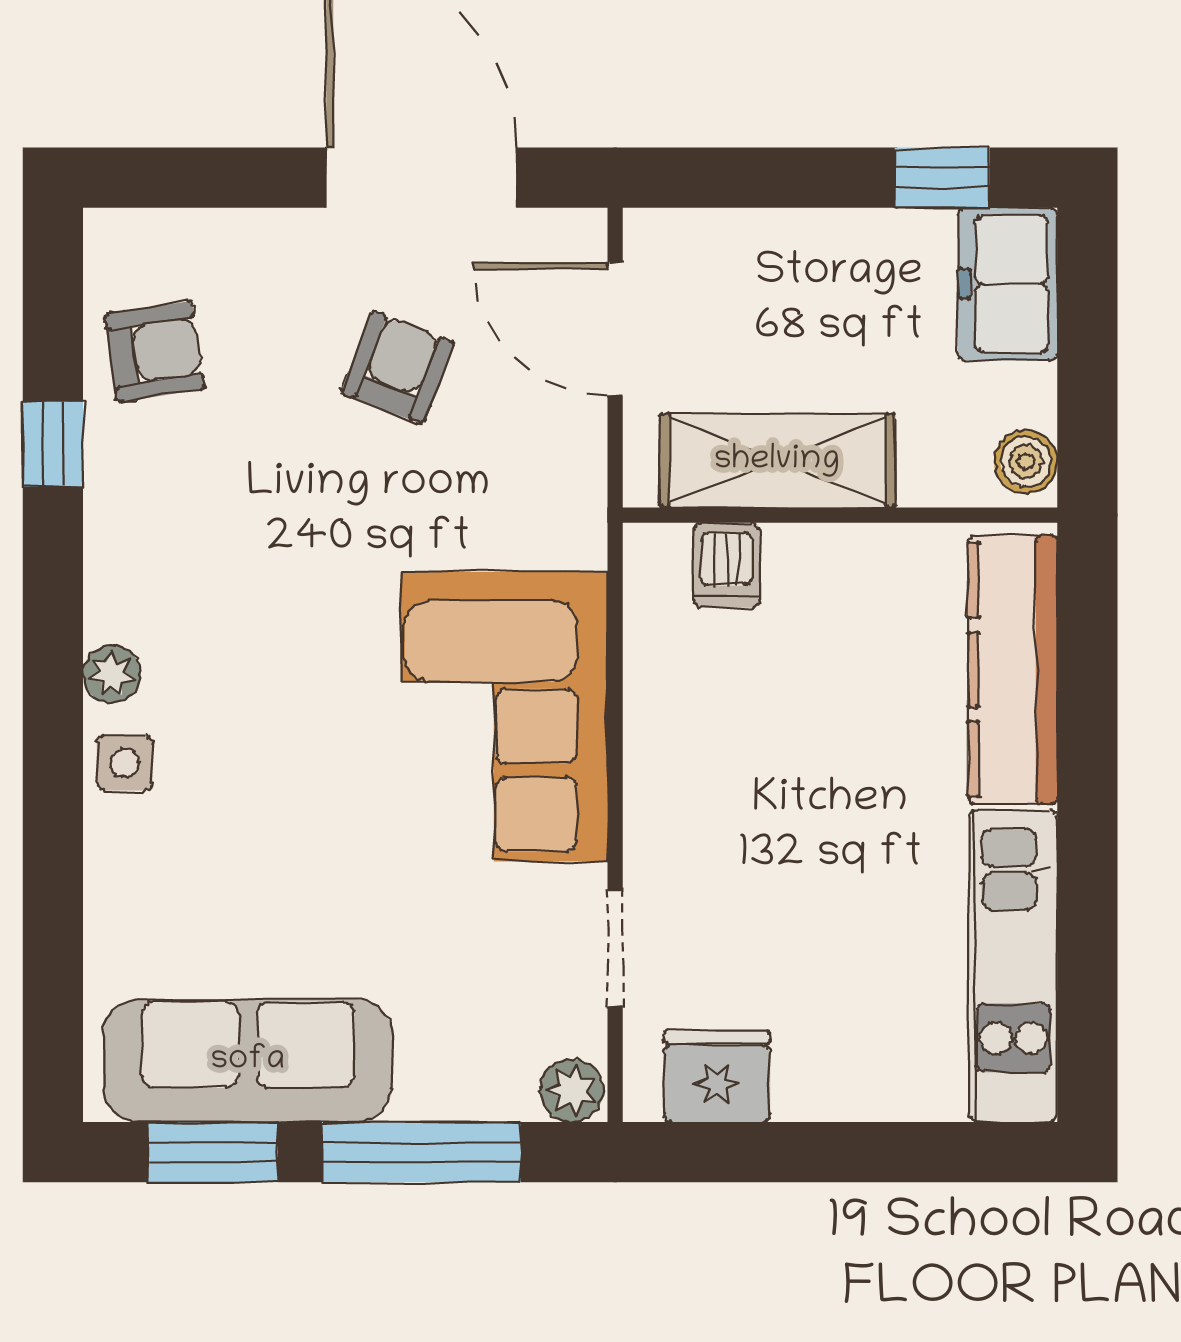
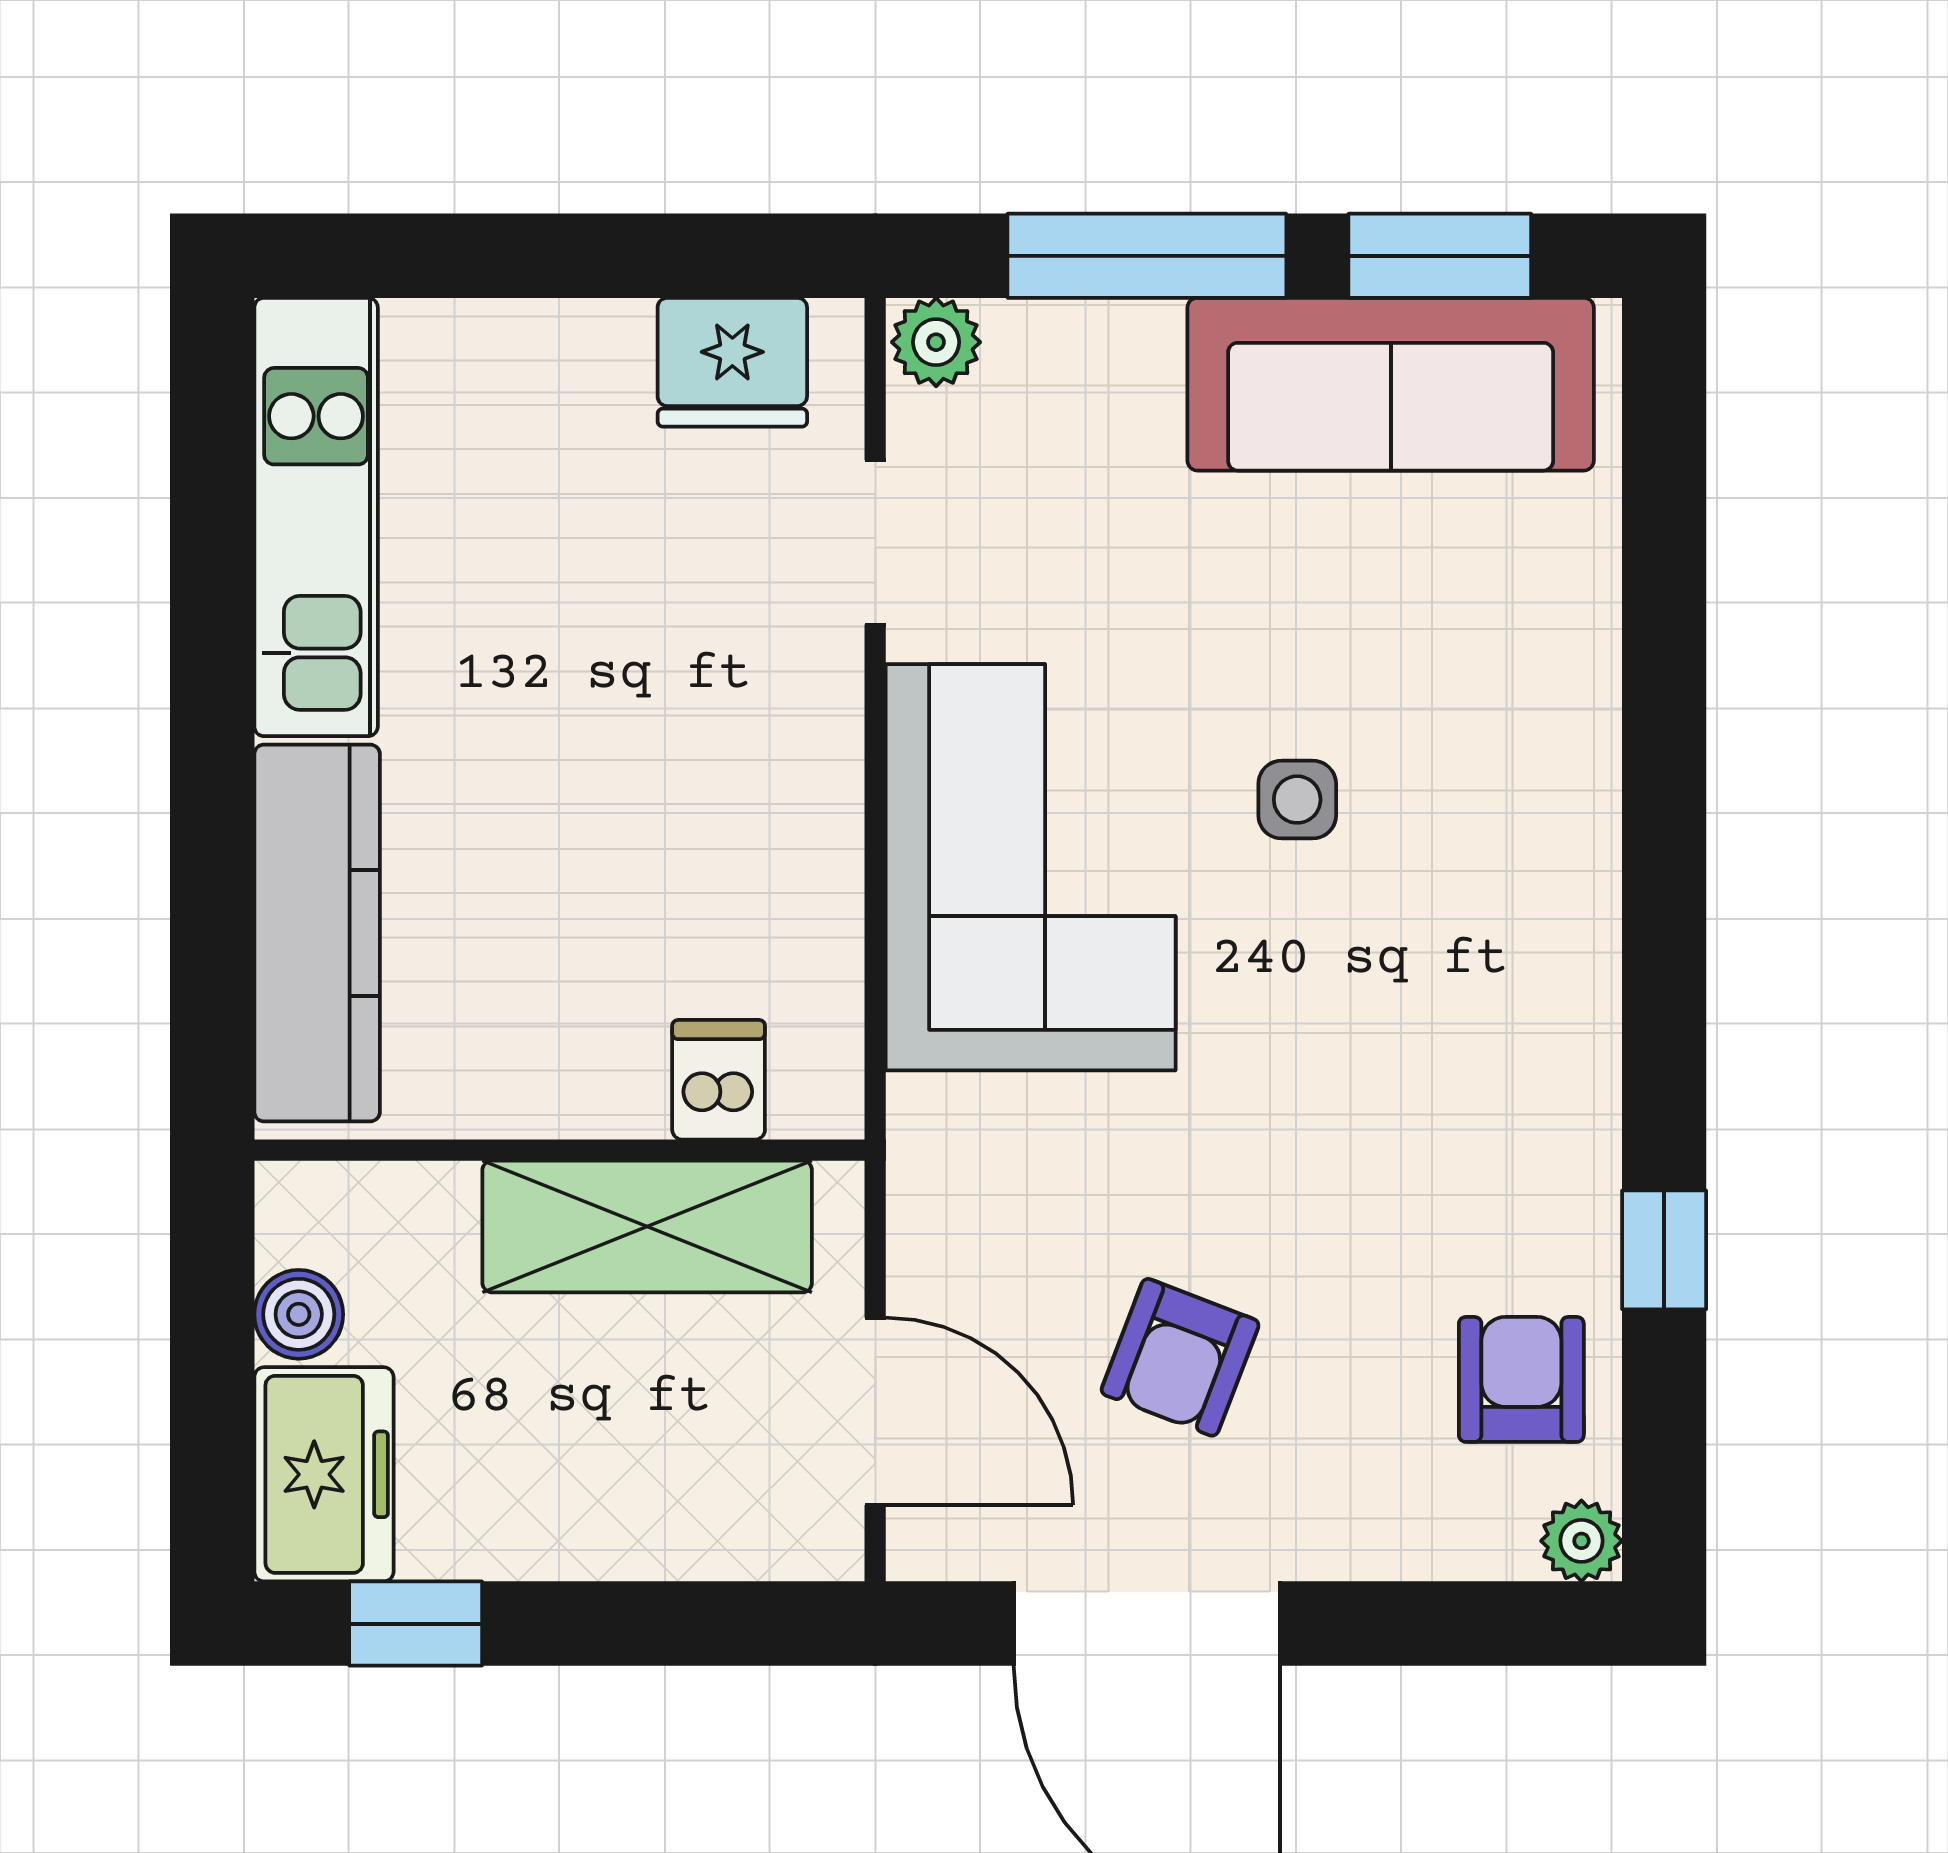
armchair: (155, 352) -> (1521, 1379), turned 99
boiler: (1026, 462) -> (299, 1314), moved
plant: (112, 674) -> (1581, 1541), moved
side table: (125, 763) -> (1297, 800), moved

